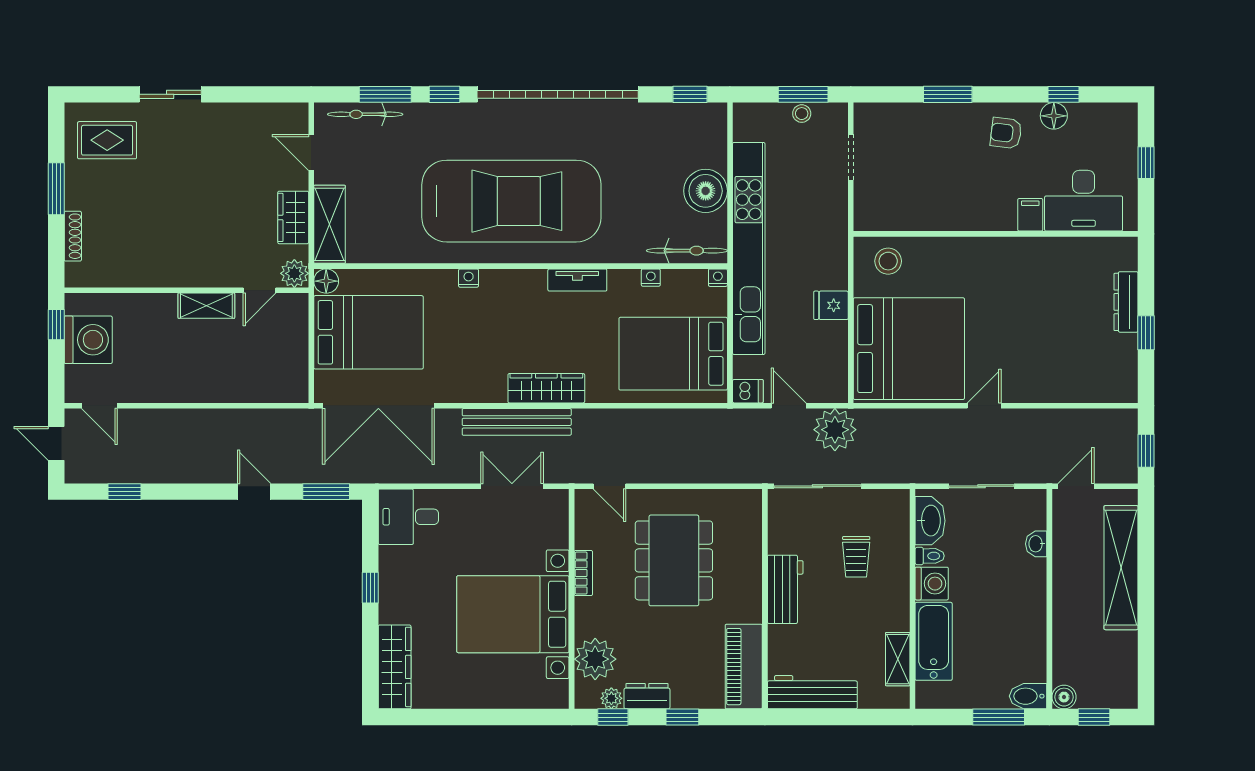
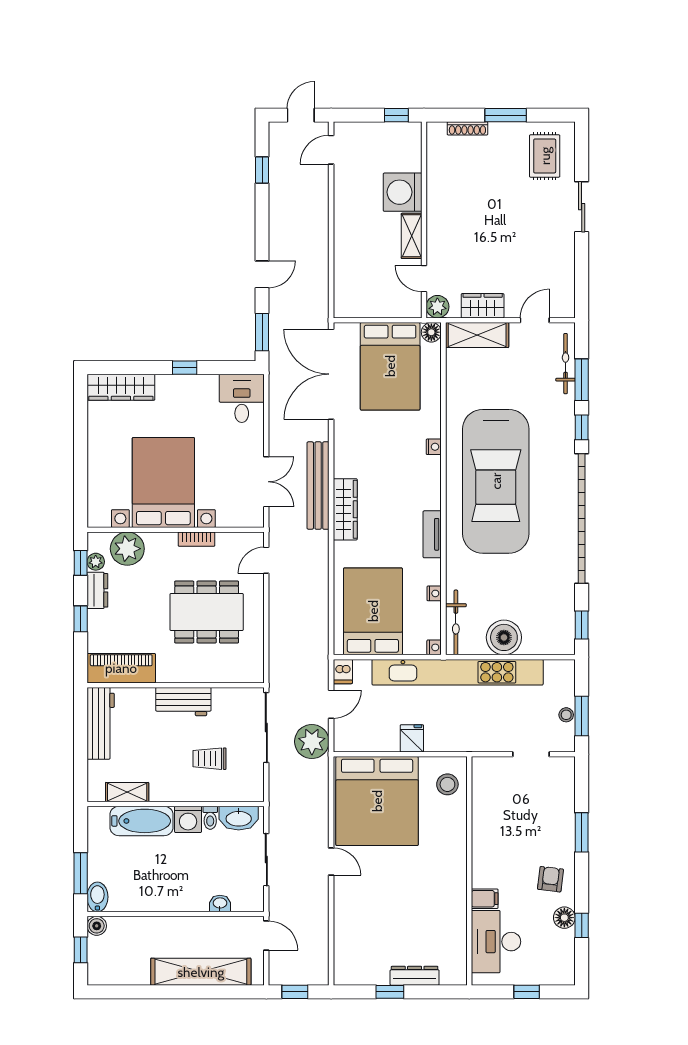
washing machine: (88, 340) -> (403, 192), moved, turned 90

